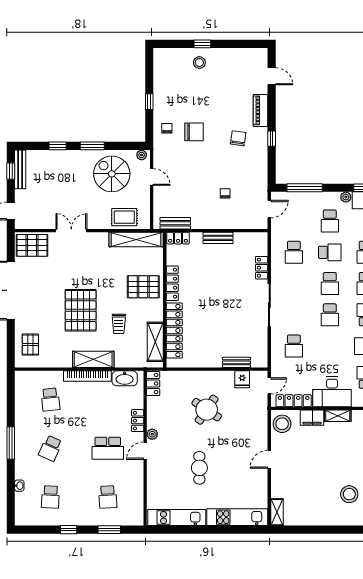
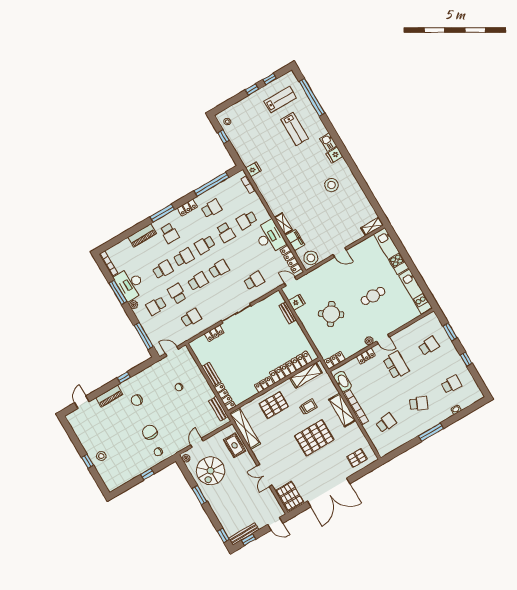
window: (58, 146) -> (223, 535), moved
school desk: (330, 221) -> (156, 306), turned 180
locker: (178, 238) -> (225, 397), width x1.53
locker: (172, 283) -> (264, 385), width x0.66
pallet: (143, 287) -> (274, 405), turned 90

